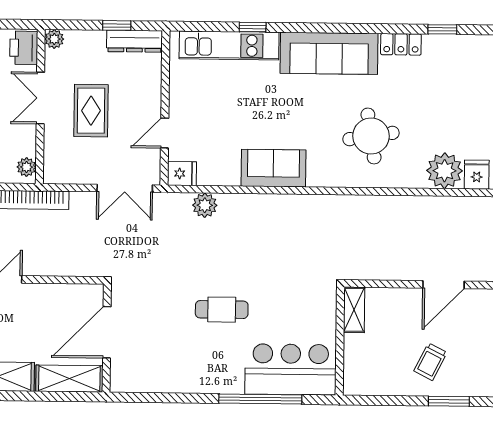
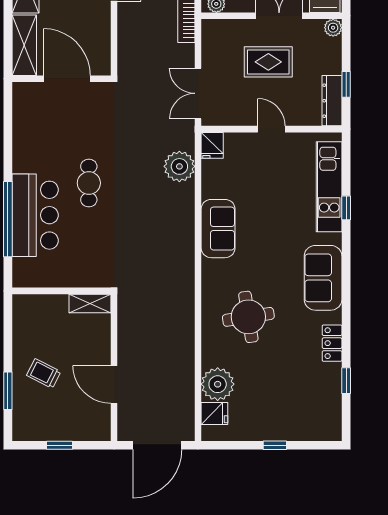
sofa: (329, 53) -> (323, 278), width x0.73
door: (165, 133) -> (271, 129), moved
plant: (205, 205) -> (179, 166), width x1.36, depth x1.36
bar counter: (291, 369) -> (35, 215), moved

